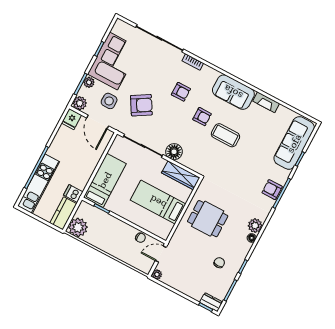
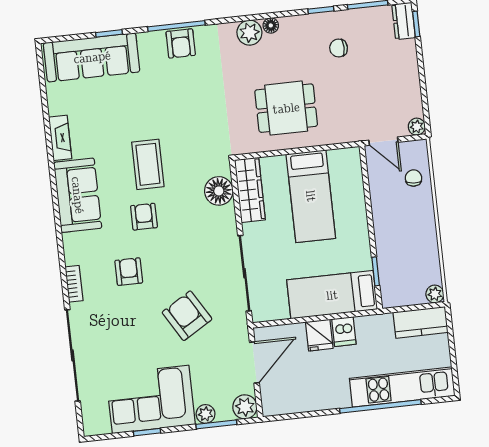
side table: (109, 101) -> (213, 367), removed
fridge: (71, 119) -> (319, 335), moved, turned 90
floor lamp: (174, 152) -> (219, 191), moved
dishwasher: (73, 194) -> (344, 332), moved
dining table: (208, 219) -> (286, 108), turned 90
plant: (78, 227) -> (435, 294), width x0.53, depth x0.53
chair: (140, 238) -> (413, 178), moved

